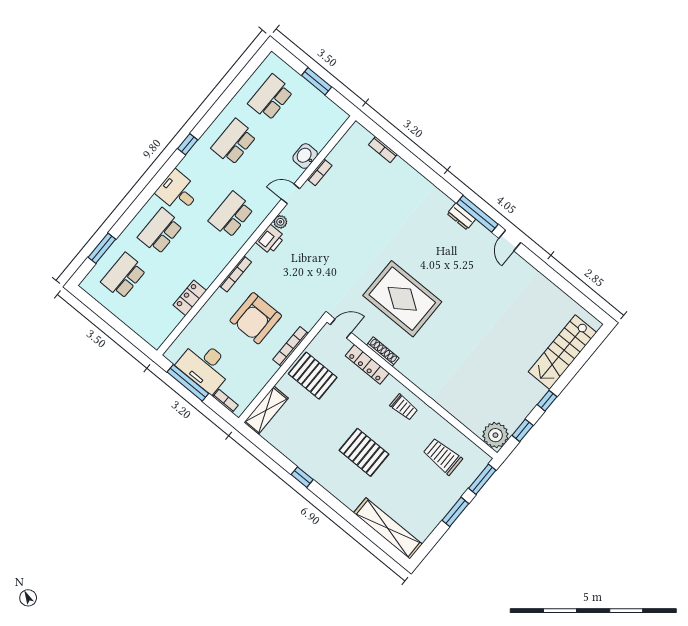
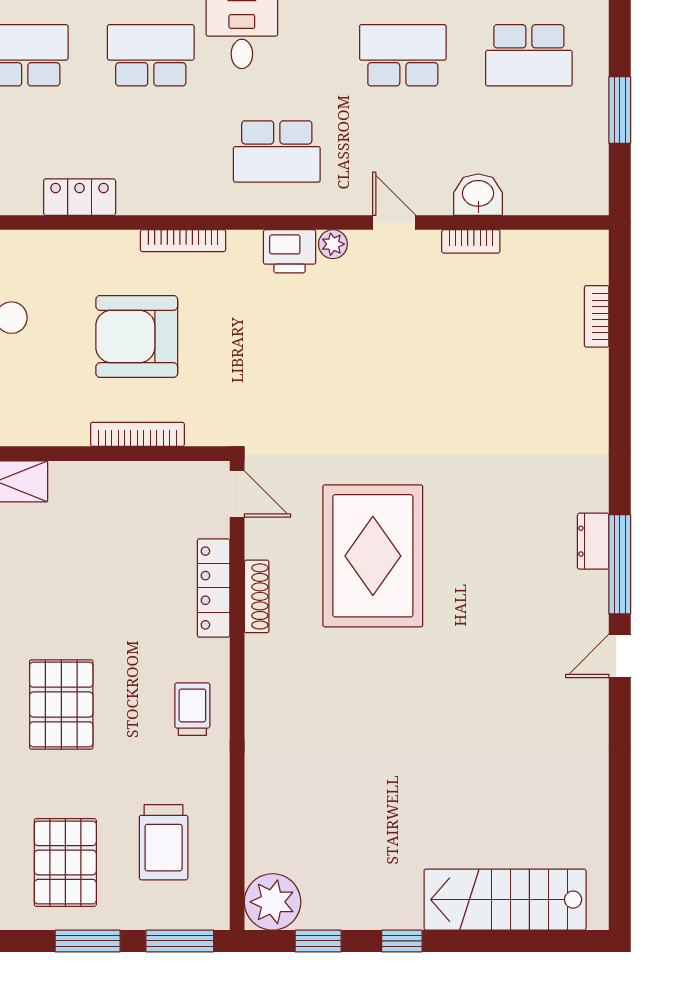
school desk: (271, 97) -> (529, 55), turned 180
school desk: (231, 215) -> (277, 151), turned 180
pallet: (313, 376) -> (65, 862), moved
trolley: (404, 407) -> (192, 709), turned 180
trolley: (443, 456) -> (164, 842), turned 180

